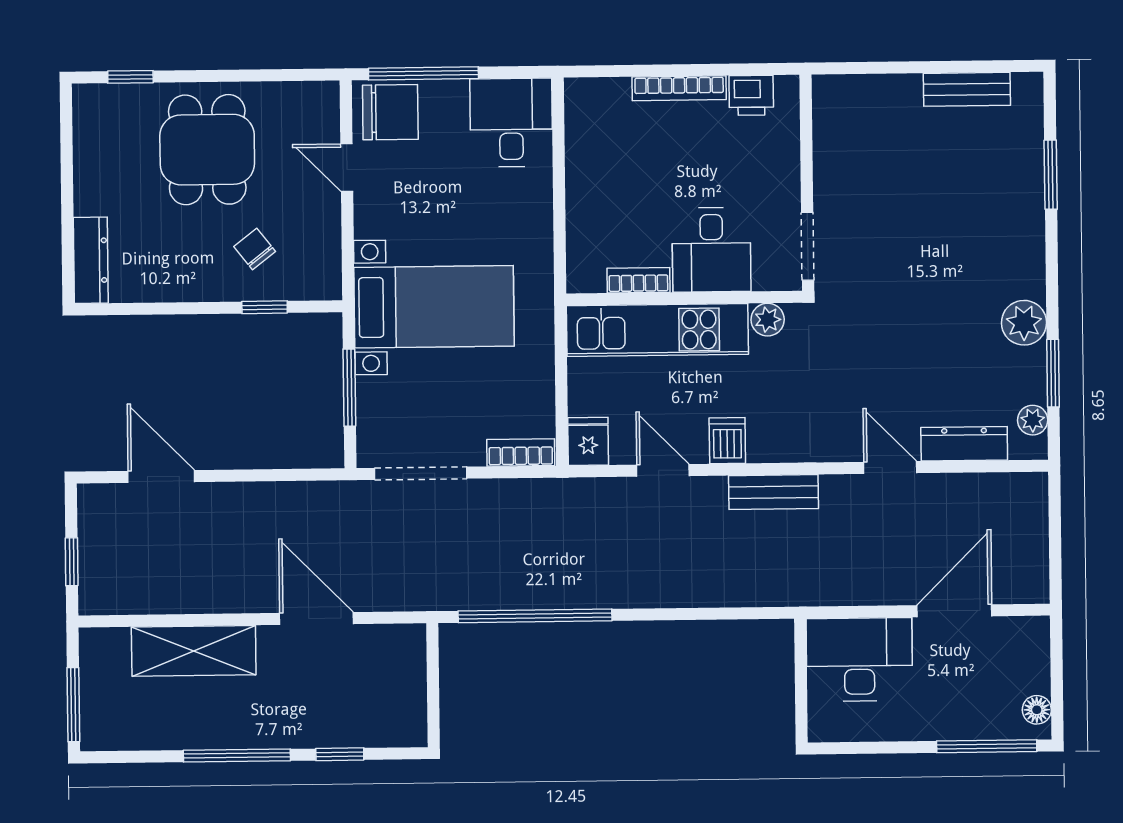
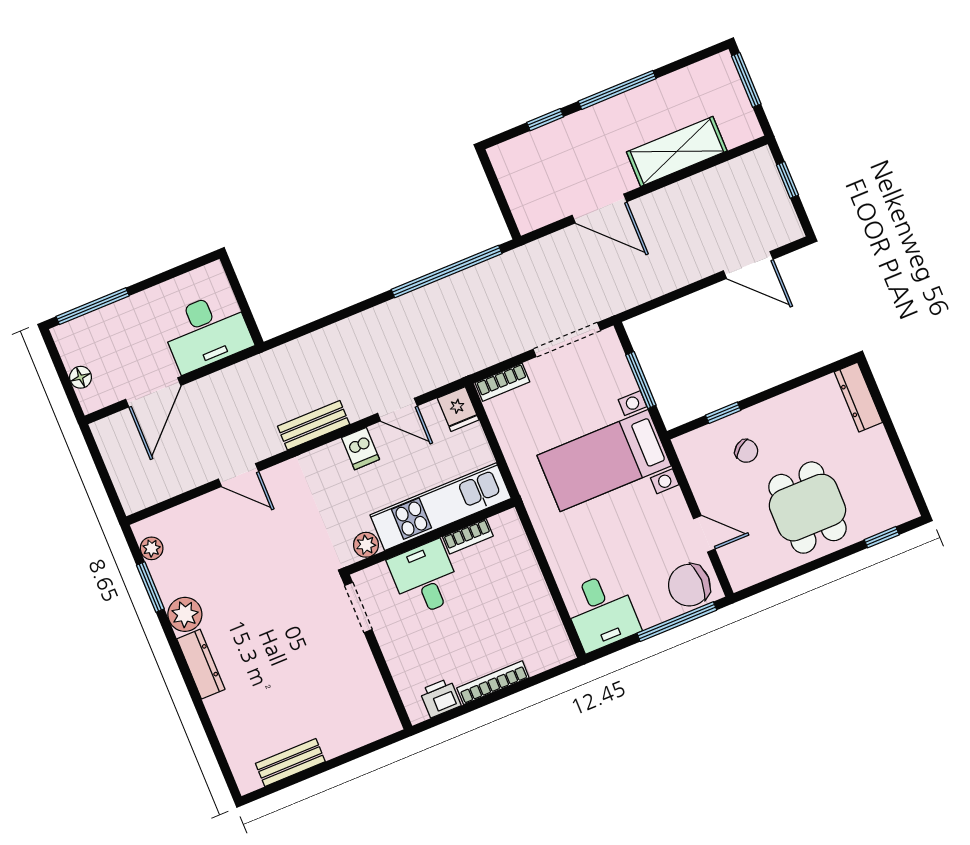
window: (1051, 175) -> (208, 726), removed
dresser: (964, 444) -> (201, 664), moved, turned -90
floor lamp: (1037, 710) -> (81, 377), moved

